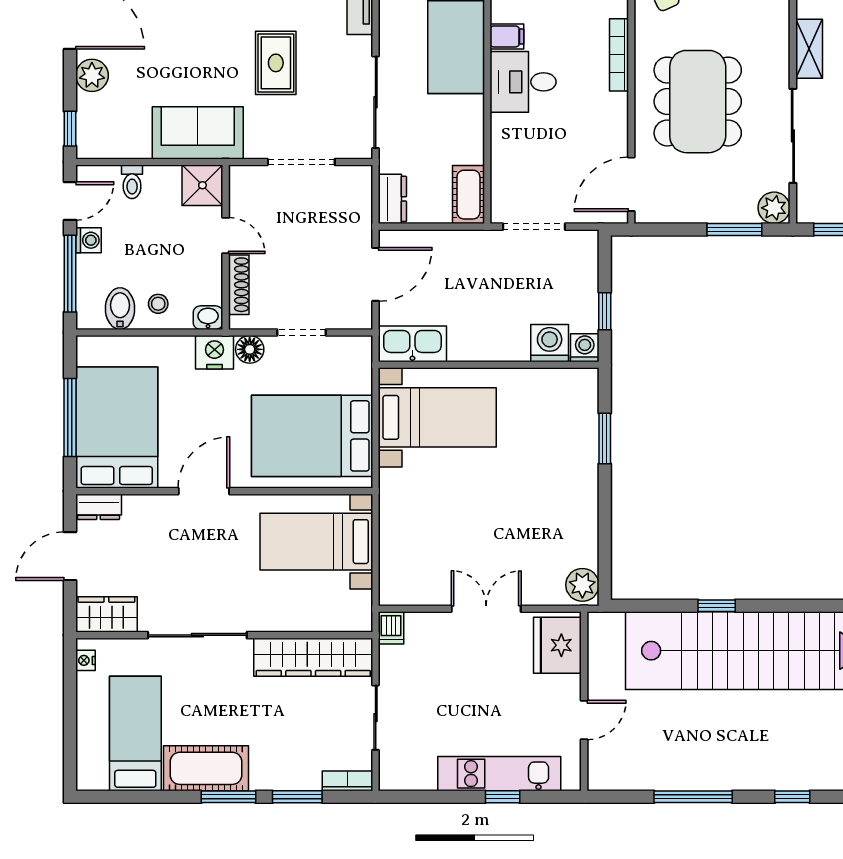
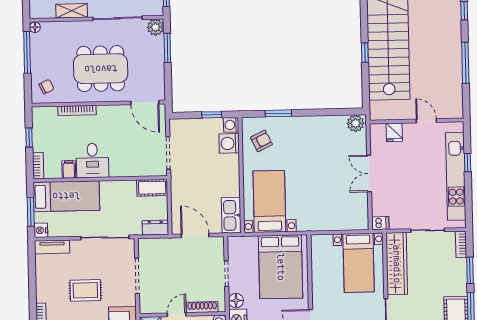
armchair: (553, 405) -> (261, 141), added
bed with nightstands: (316, 542) -> (359, 263), moved
fridge: (557, 645) -> (394, 132), width x0.53, depth x0.75
kitchen unit: (499, 774) -> (456, 176), width x1.36

